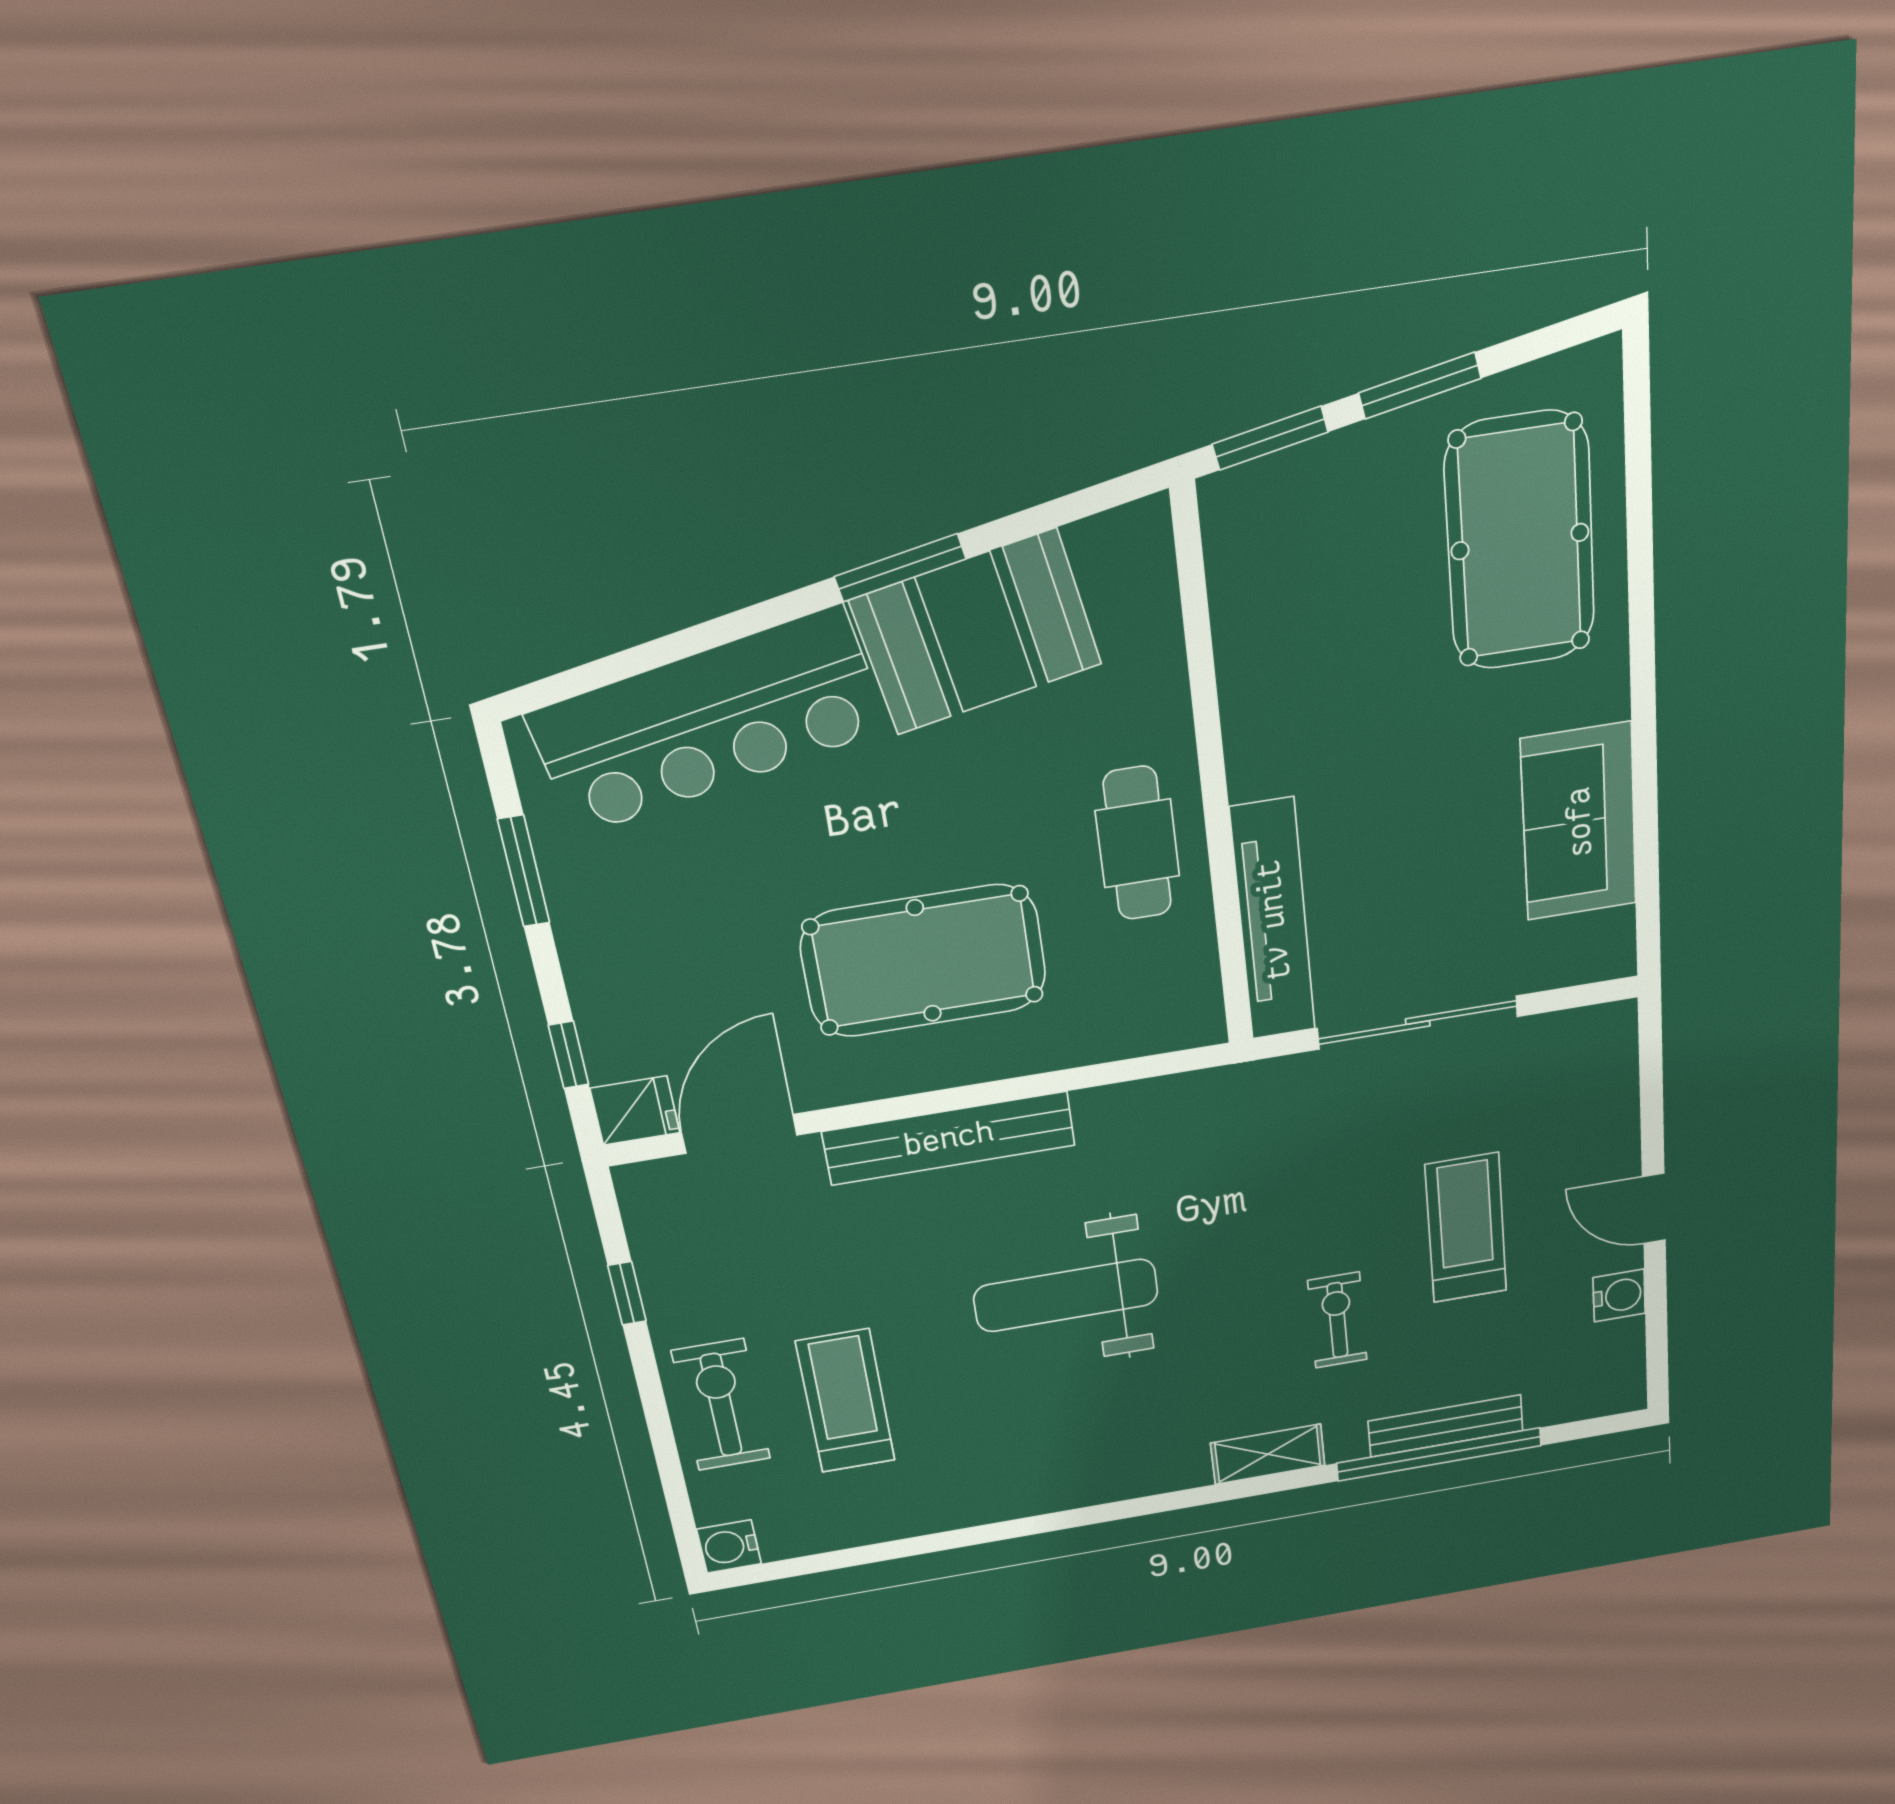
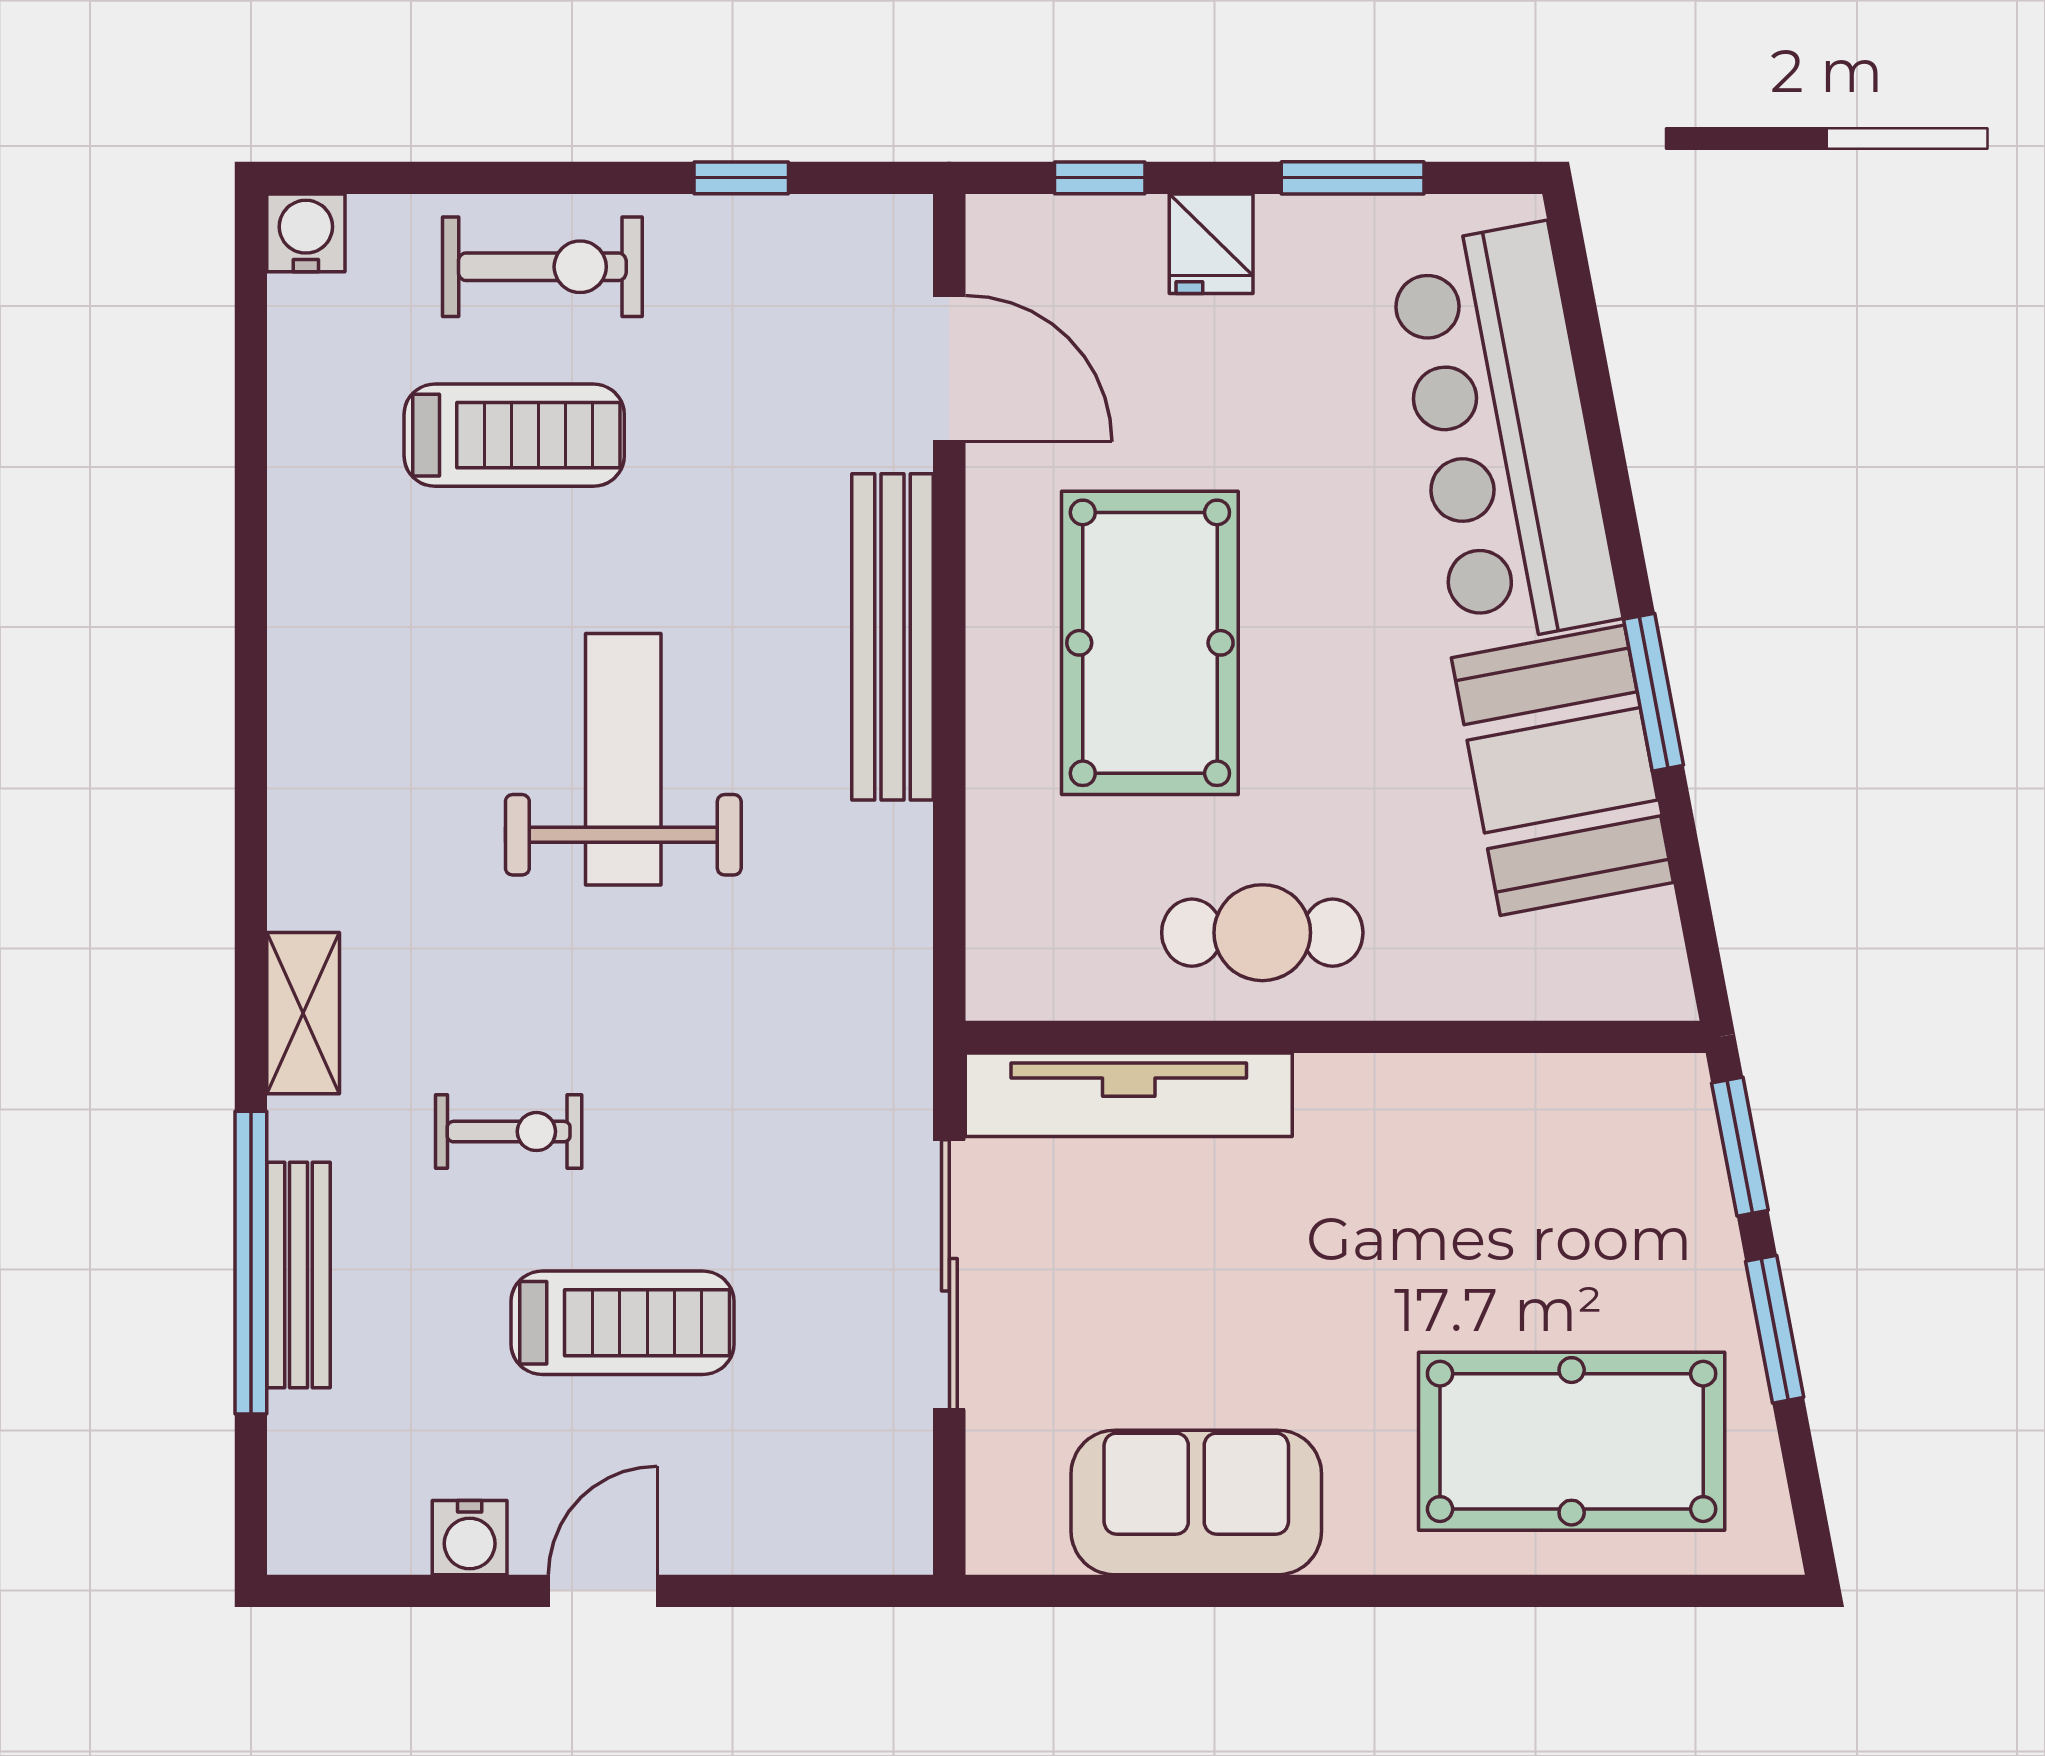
fridge: (635, 1110) -> (1211, 244), moved

